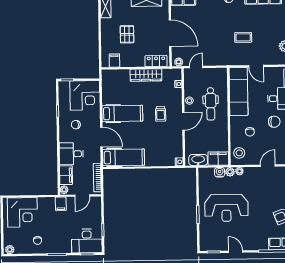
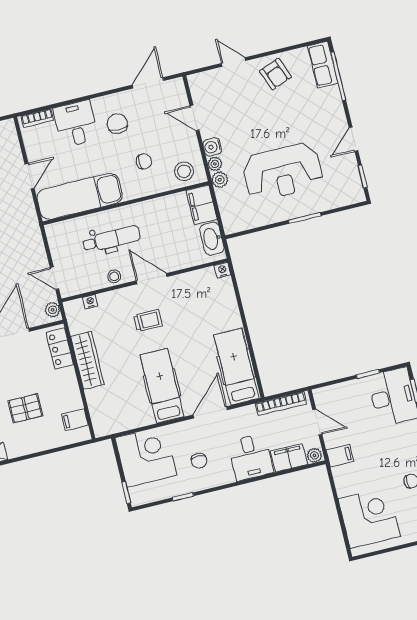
water cooler: (220, 172) -> (212, 147), moved
reception desk: (226, 208) -> (283, 172), turned 90

